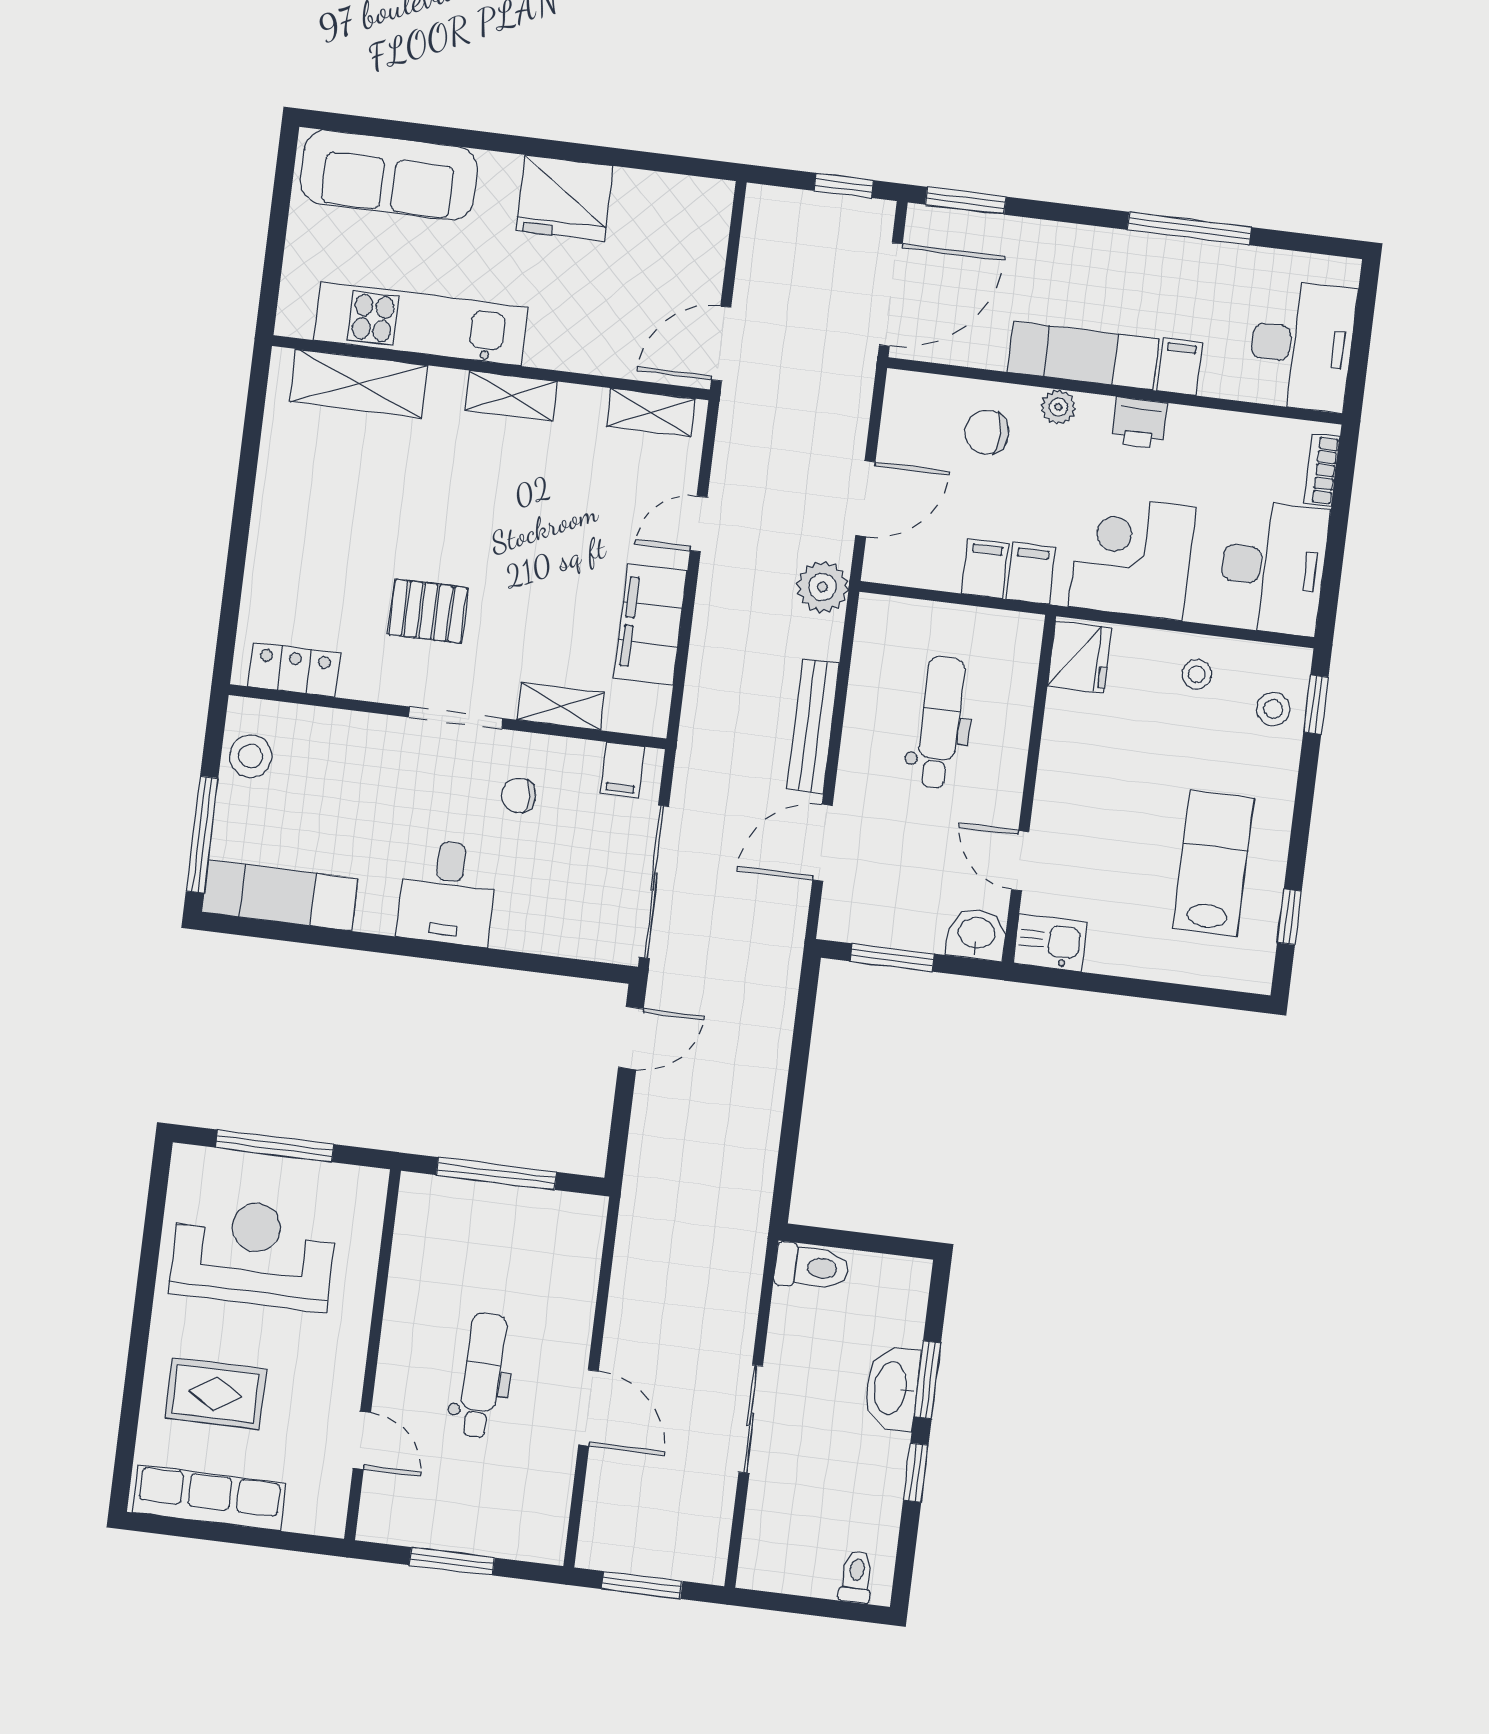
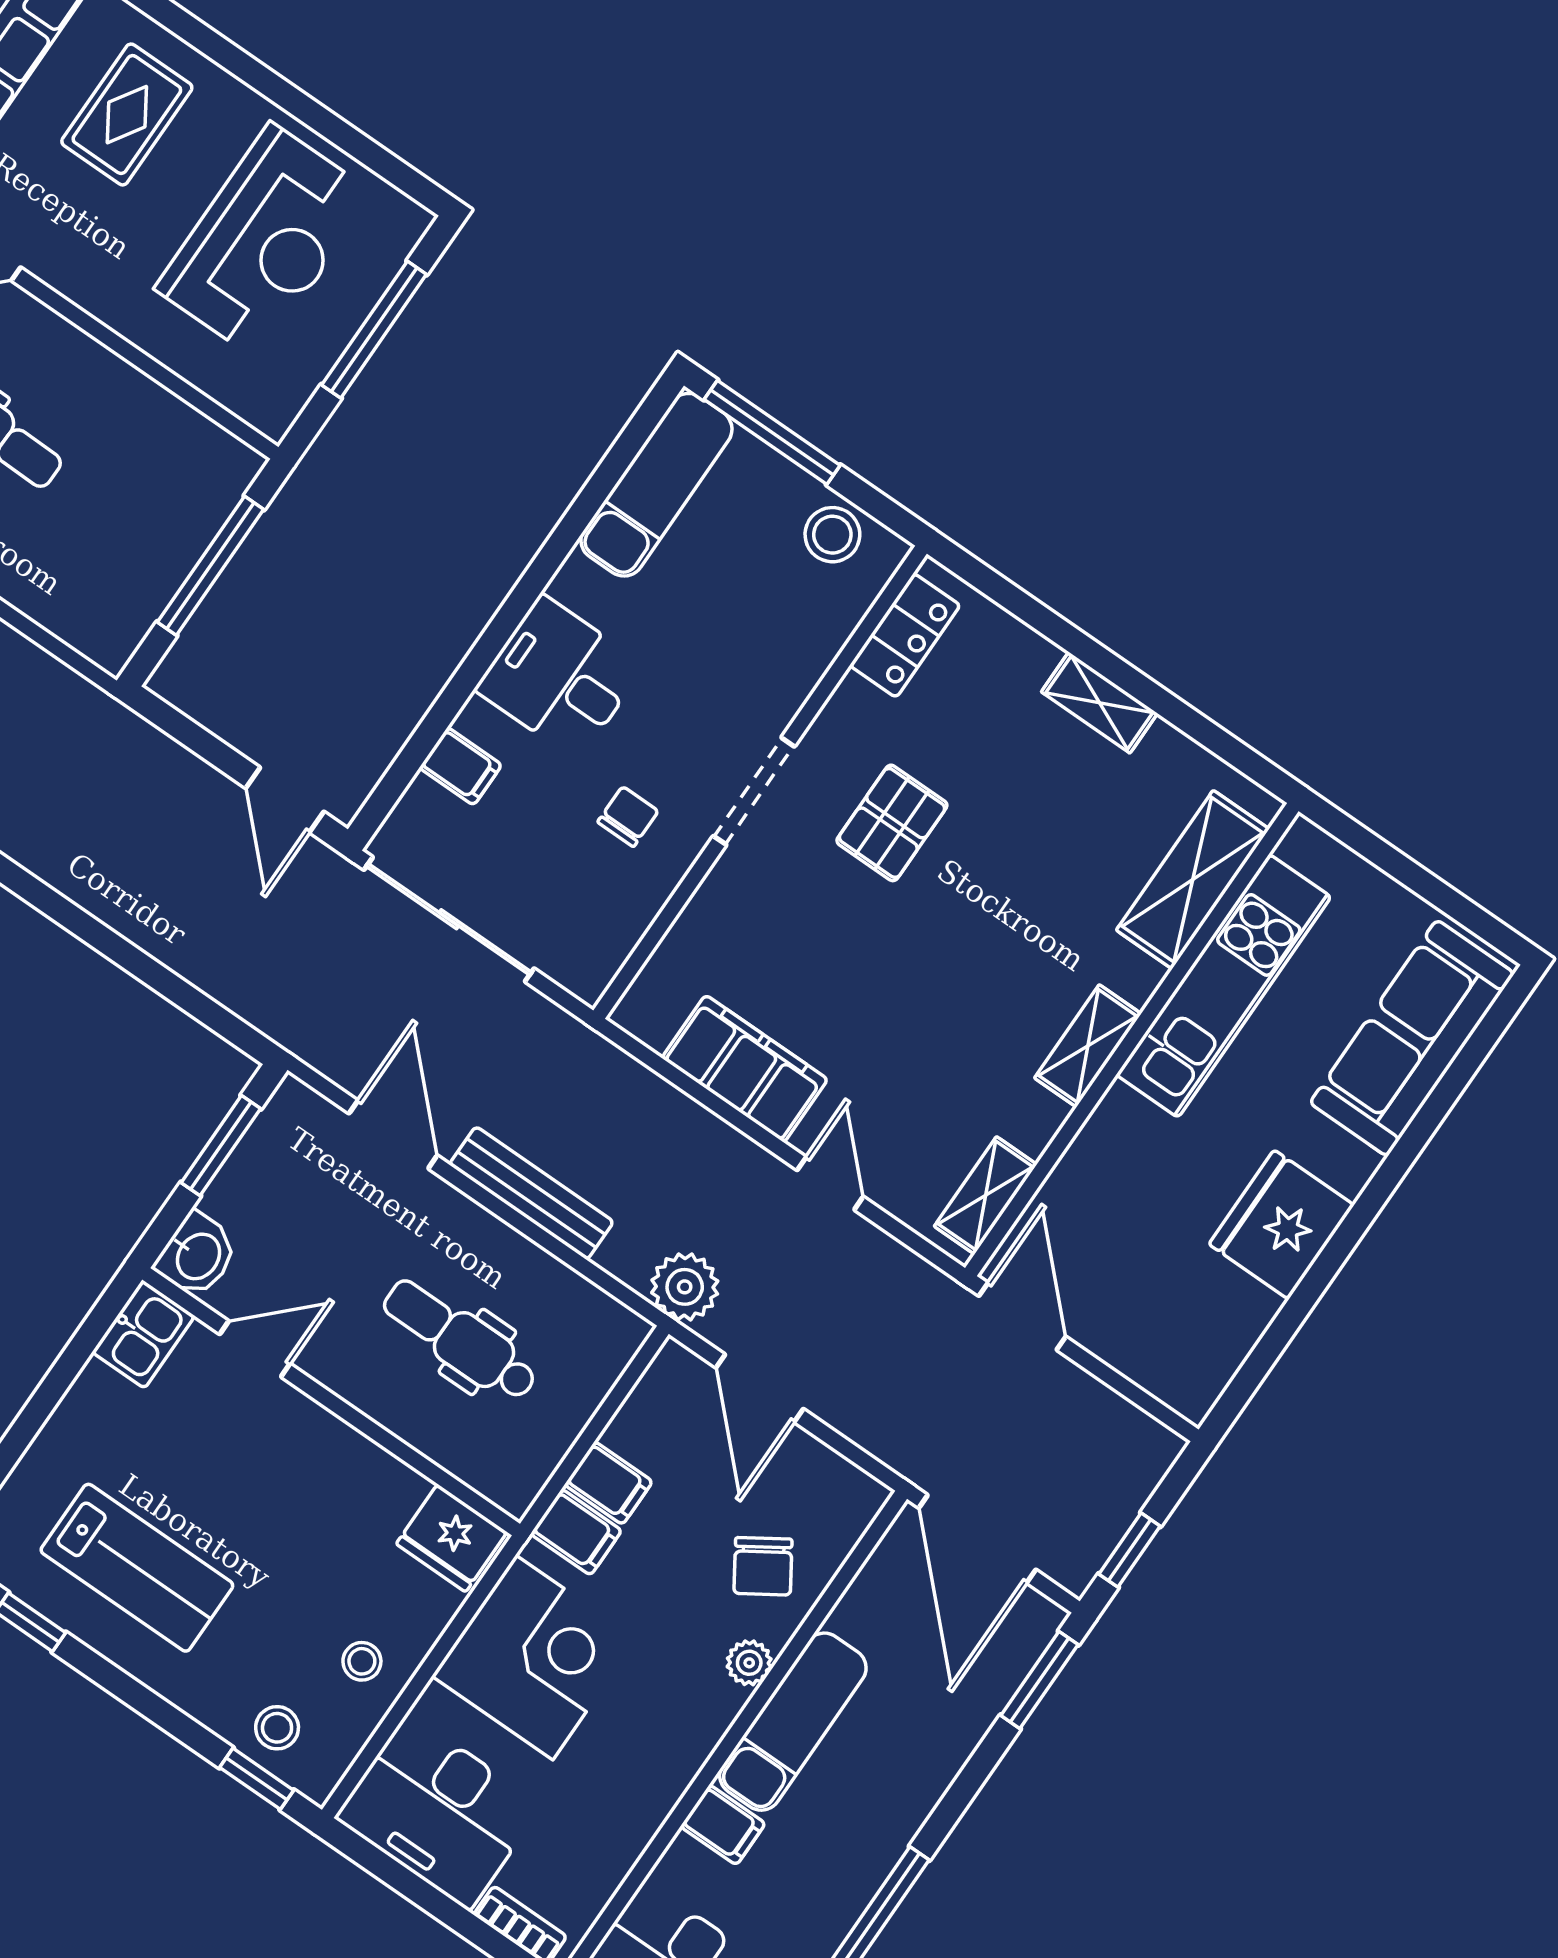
printer: (1139, 423) -> (683, 1746), removed
chair: (987, 432) -> (763, 1566), turned 147
shelving: (561, 706) -> (1099, 703), moved, turned 90
dental chair: (940, 722) -> (460, 1340), turned 180
filing cabinet: (622, 770) -> (461, 766), moved, turned 180

